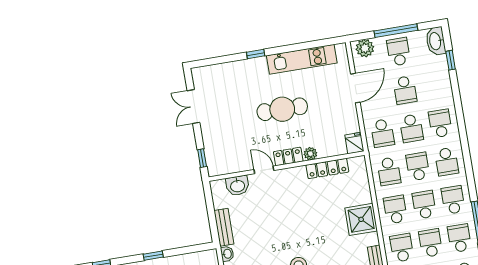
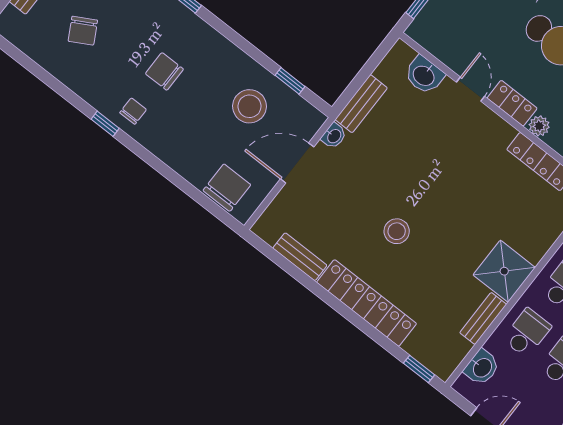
shower: (361, 219) -> (504, 271), moved
window: (153, 256) -> (290, 81), moved

